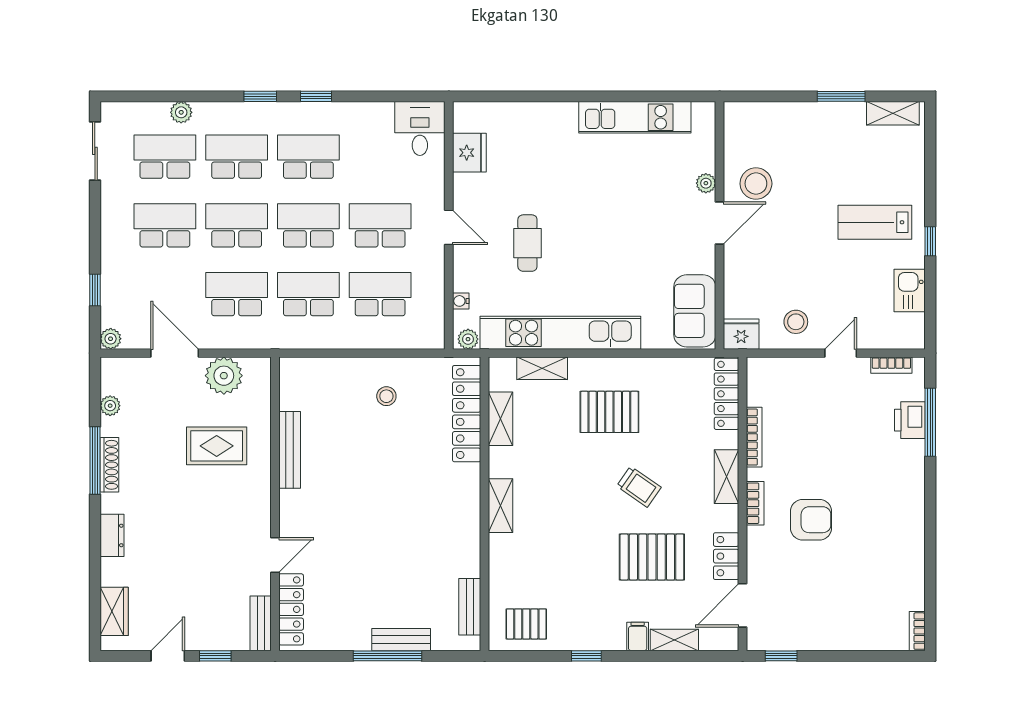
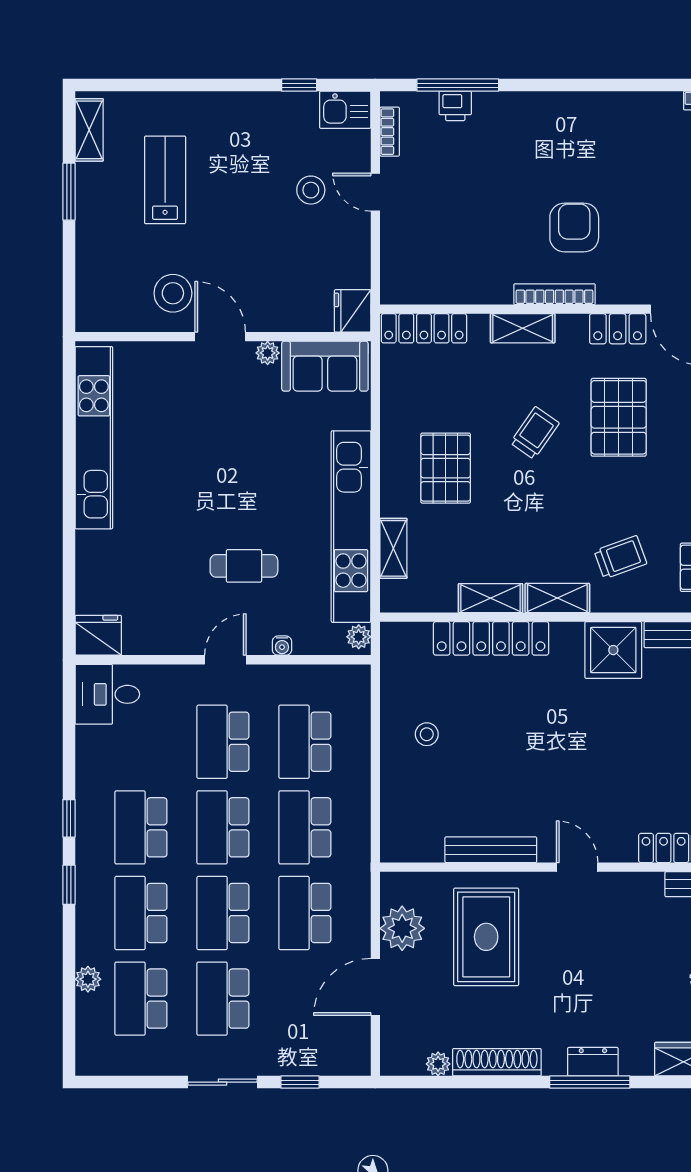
kitchen unit: (635, 117) -> (94, 438), width x1.36
sliding door: (95, 151) -> (223, 1082), moved
fridge: (469, 153) -> (98, 635), moved
plant: (706, 183) -> (268, 353), moved
lab bench: (875, 222) -> (165, 180), moved, turned 180
window: (930, 241) -> (299, 85), moved
kitchen sink: (910, 290) -> (345, 110), moved
water cooler: (461, 301) -> (282, 646), moved
stool: (796, 322) -> (311, 190), moved
plant: (111, 339) -> (358, 1063), removed
locker: (467, 414) -> (491, 638), moved
shelving: (501, 419) -> (490, 598), moved
printer: (910, 420) -> (455, 106), width x0.73, depth x0.81
bookcase: (754, 437) -> (476, 295), removed
rug: (217, 446) -> (486, 937), width x1.36, depth x1.43
window: (95, 461) -> (590, 1082), moved
shoe rack: (109, 465) -> (497, 1062), width x1.36, depth x1.24
bookcase: (755, 503) -> (554, 294), width x1.56
shower: (457, 553) -> (613, 650), added
door: (275, 555) -> (577, 867), moved
trolley: (535, 558) -> (620, 557), added

